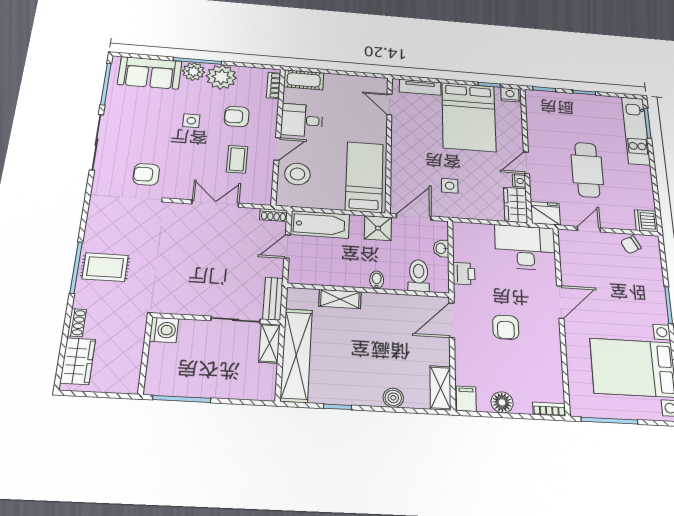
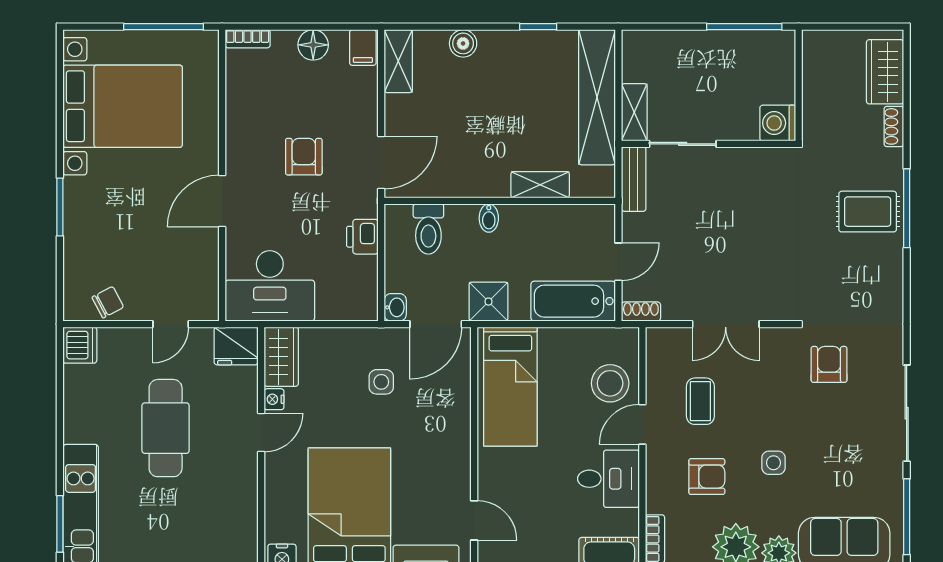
armchair: (146, 174) -> (829, 364), turned -90
washbasin: (441, 248) -> (395, 307), moved

